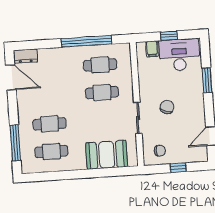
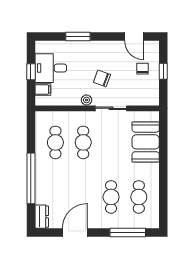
window: (86, 41) -> (31, 178), moved
desk: (179, 55) -> (51, 68), width x0.73
door: (11, 77) -> (75, 232), moved
plant: (144, 93) -> (86, 100), added
chair: (160, 151) -> (142, 69), moved

